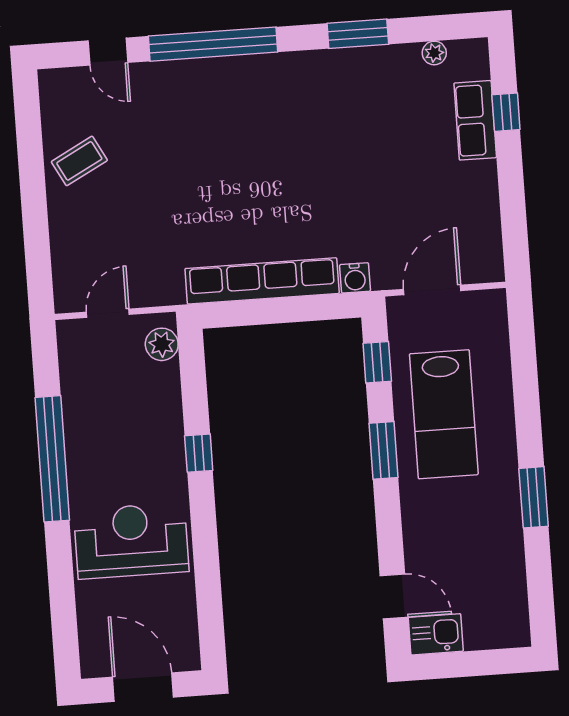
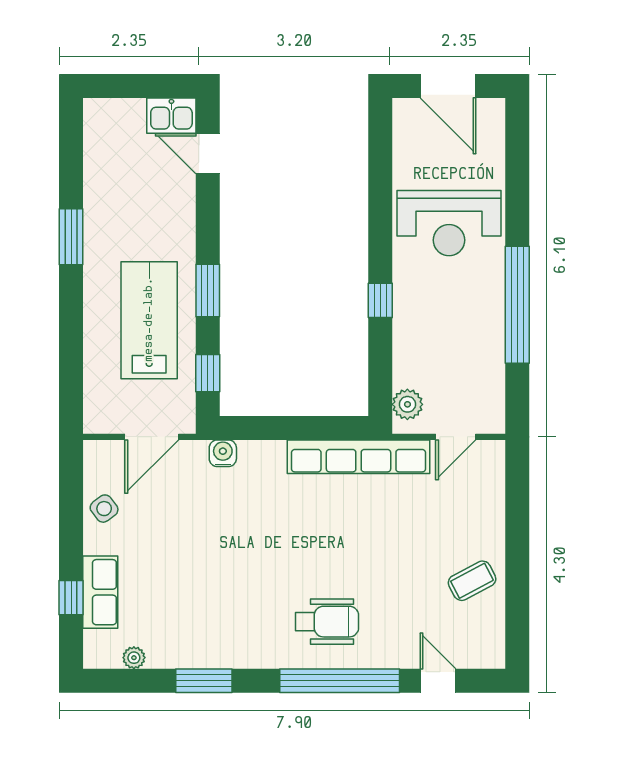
wheelchair: (231, 106) -> (327, 622), added
side table: (478, 210) -> (104, 509), added
row of seats: (262, 281) -> (358, 457), moved

